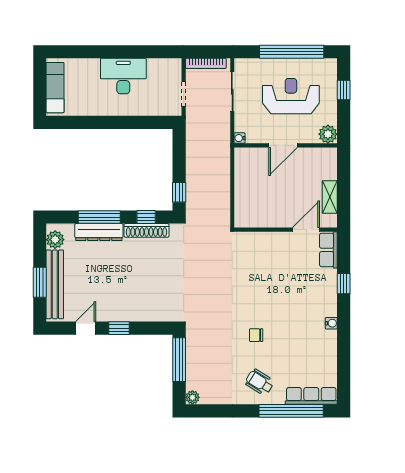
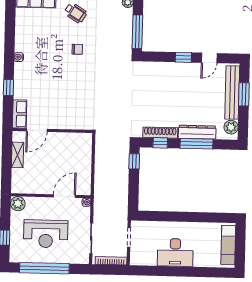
door: (283, 145) -> (64, 196), moved

